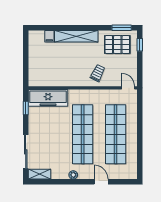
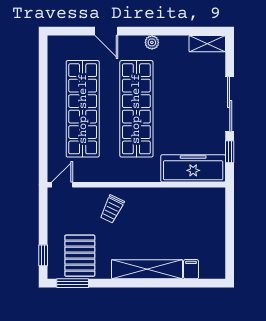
pallet: (117, 45) -> (80, 256), turned 90
door: (128, 88) -> (62, 185), swing flipped
sliding door: (26, 152) -> (230, 104), moved

